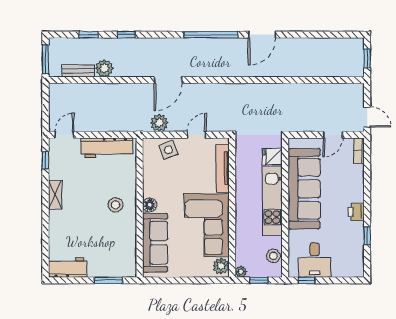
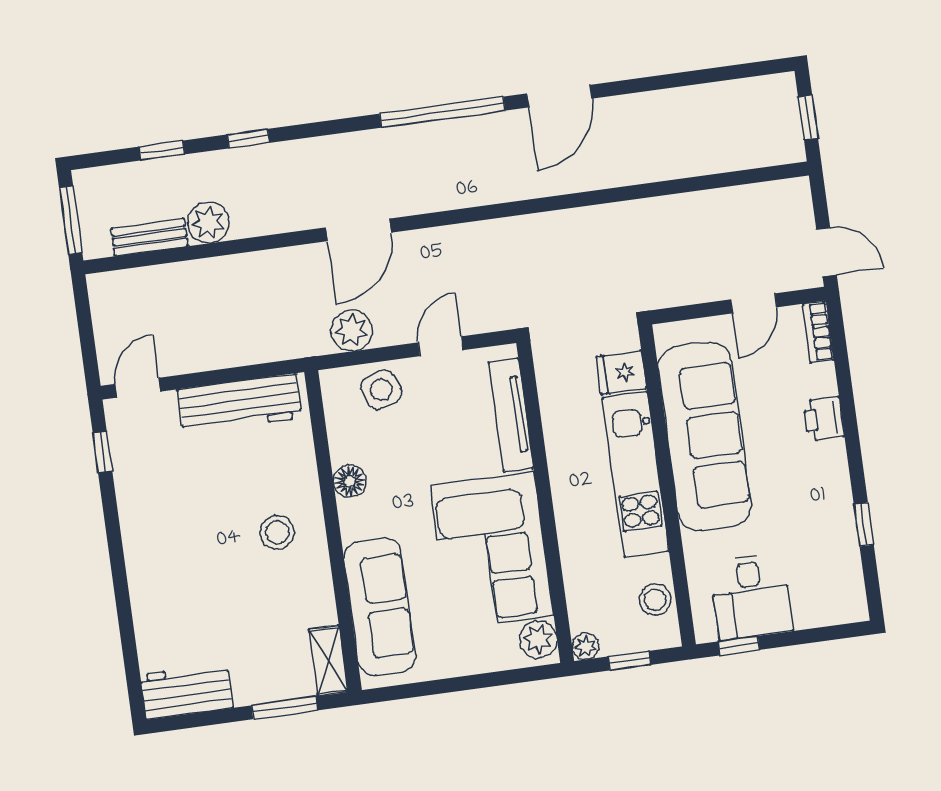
shelving: (55, 195) -> (328, 661), moved
floor lamp: (150, 205) -> (350, 481), moved
printer: (356, 212) -> (824, 419), moved

